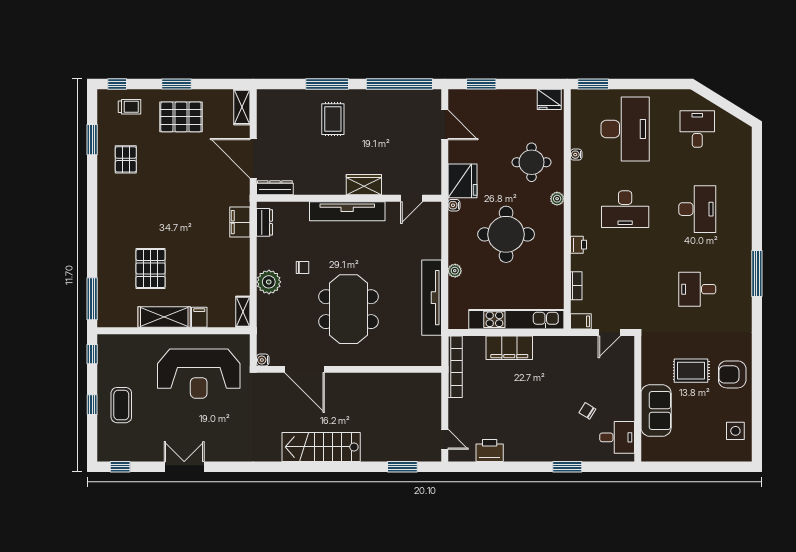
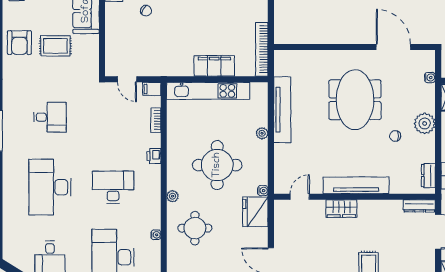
desk: (697, 209) -> (50, 187), width x1.36, depth x1.30
door: (609, 332) -> (127, 79), swing flipped
water cooler: (263, 360) -> (430, 78), moved
armchair: (732, 374) -> (19, 43), turned 90

